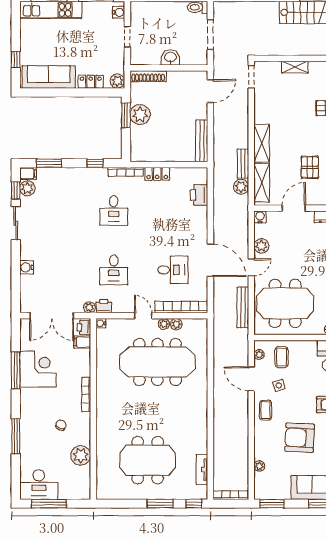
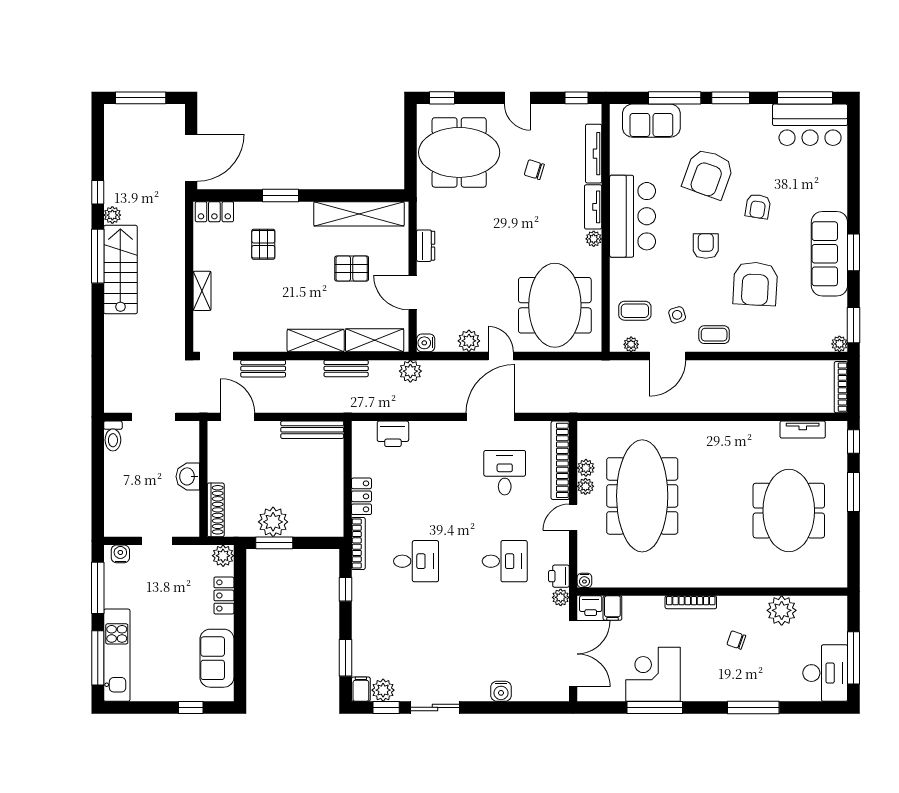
sofa: (49, 77) -> (217, 658), width x0.73
plant: (241, 187) -> (410, 371), moved
bench: (243, 308) -> (263, 369), moved, width x0.73
plant: (259, 466) -> (839, 344), moved

